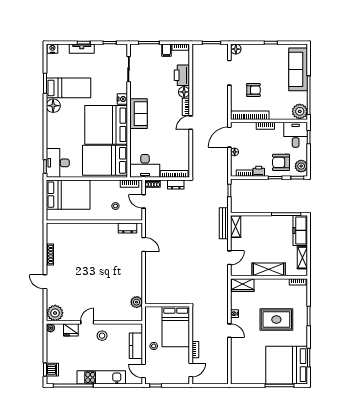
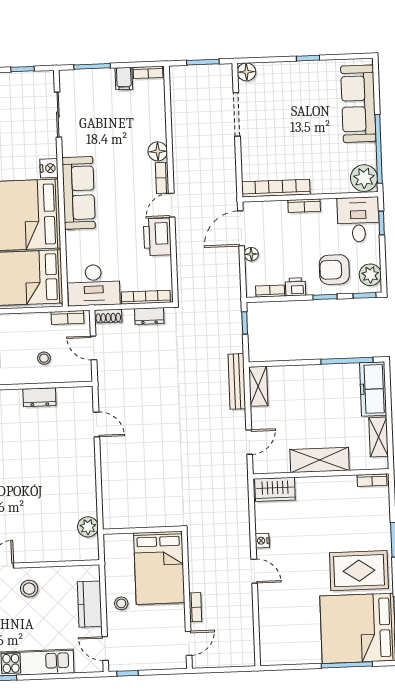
printer: (182, 75) -> (157, 237), moved
armchair: (253, 90) -> (281, 143), removed
sofa: (139, 114) -> (79, 193), width x1.36
dresser: (127, 228) -> (39, 397), moved
rug: (276, 320) -> (359, 571), moved

